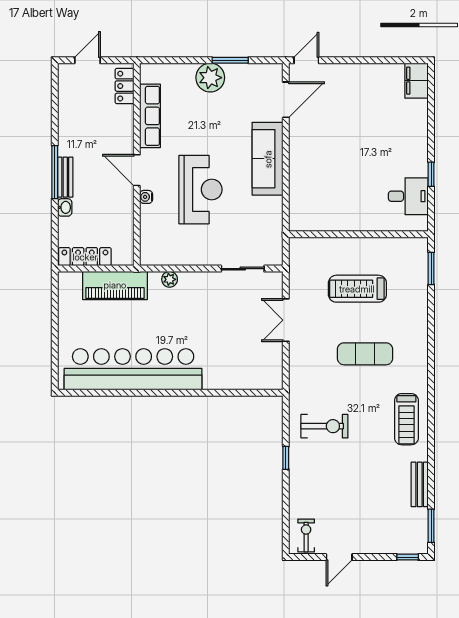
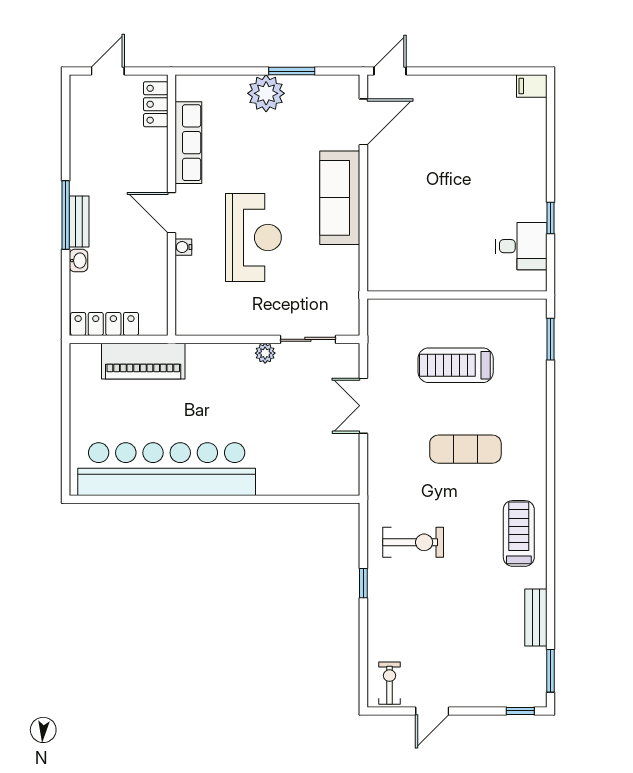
filing cabinet: (417, 81) -> (532, 86), width x0.50
plant: (170, 279) -> (265, 353), moved
treadmill: (406, 419) -> (519, 533), turned 180

